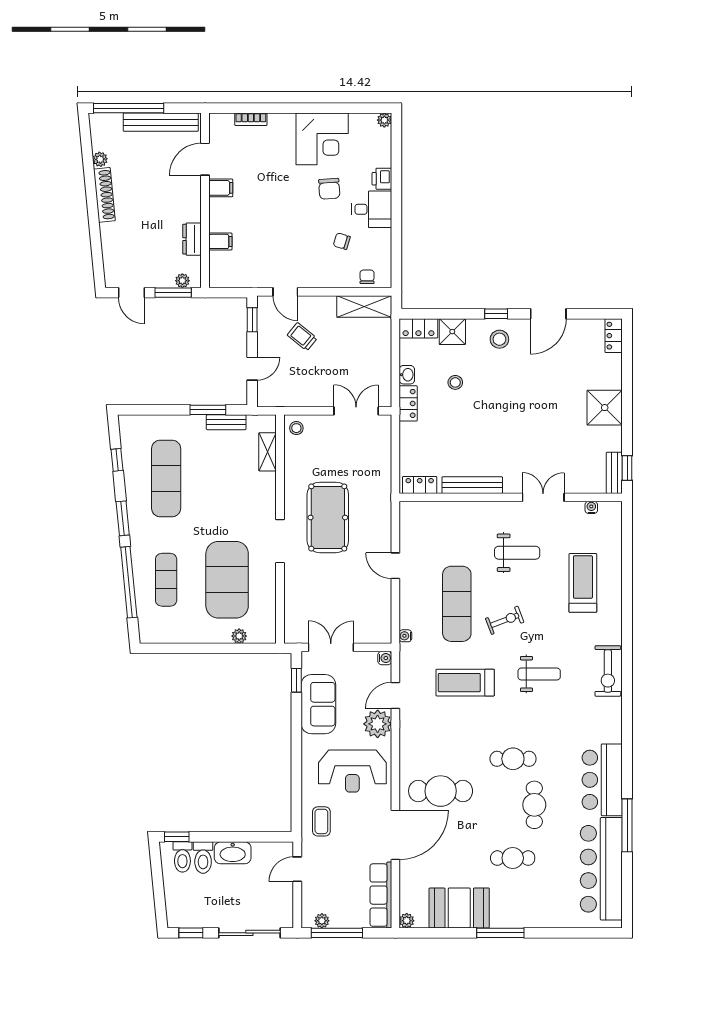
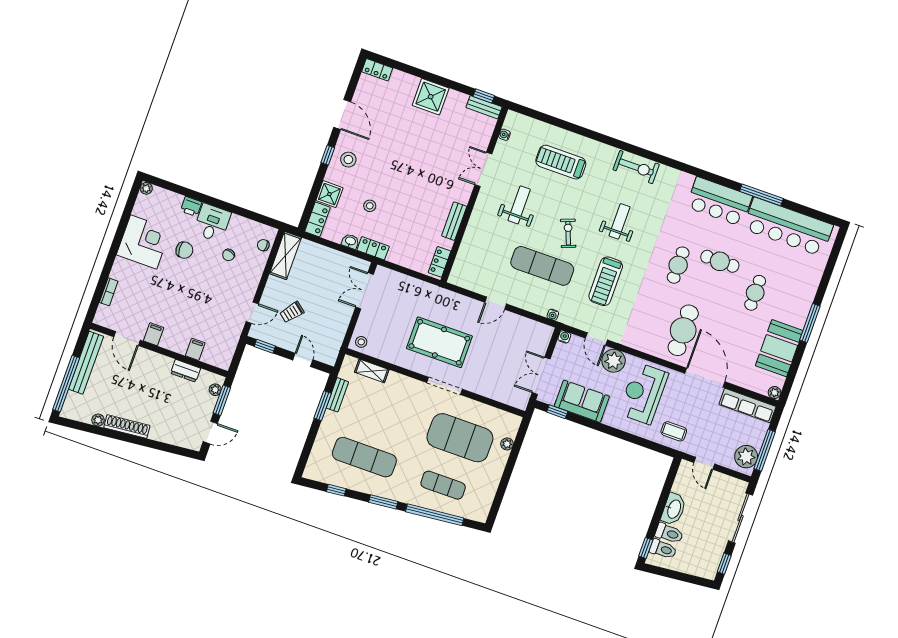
bench: (472, 485) -> (454, 221), width x0.73
reception desk: (352, 771) -> (643, 393), turned 180
plant: (322, 921) -> (746, 457), width x1.87, depth x1.87

